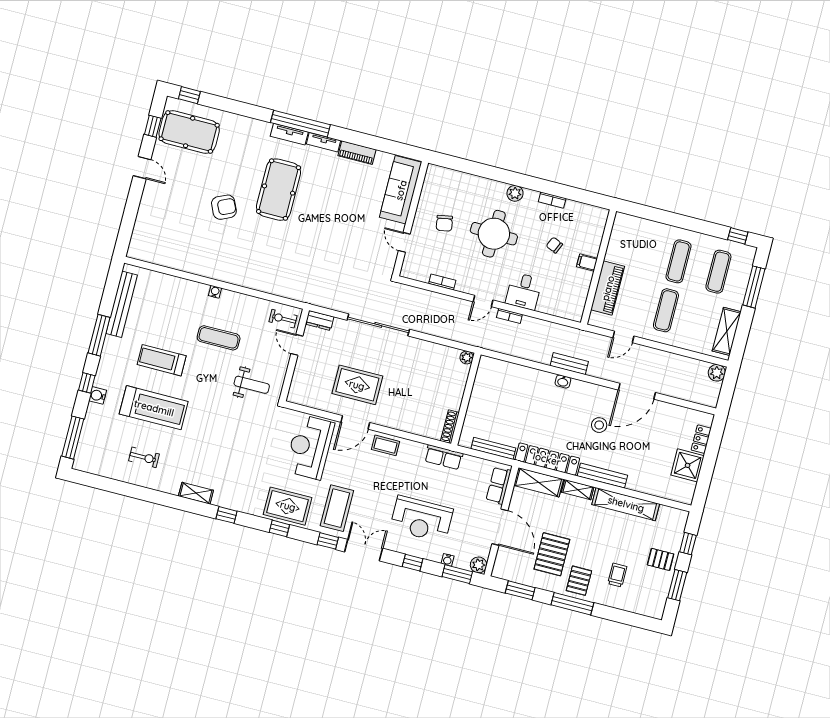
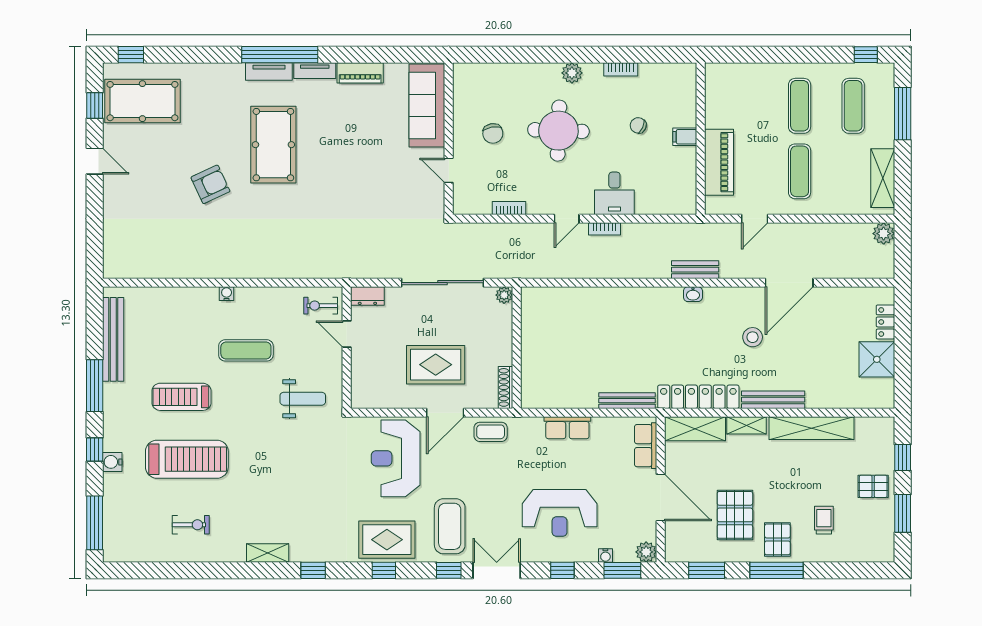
plant: (467, 357) -> (504, 295), moved
wall: (466, 399) -> (517, 348), moved
shoe rack: (450, 427) -> (505, 387), moved

